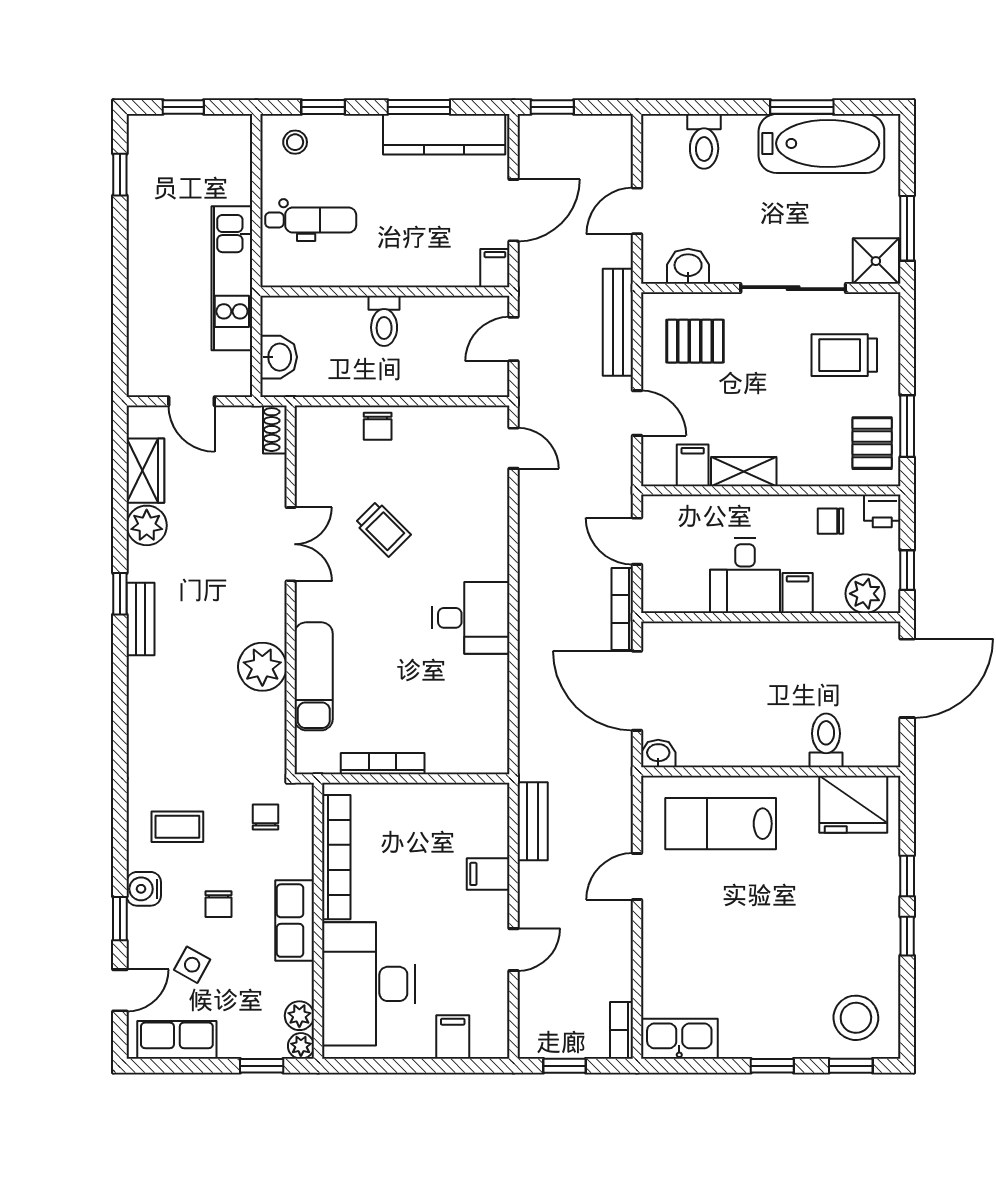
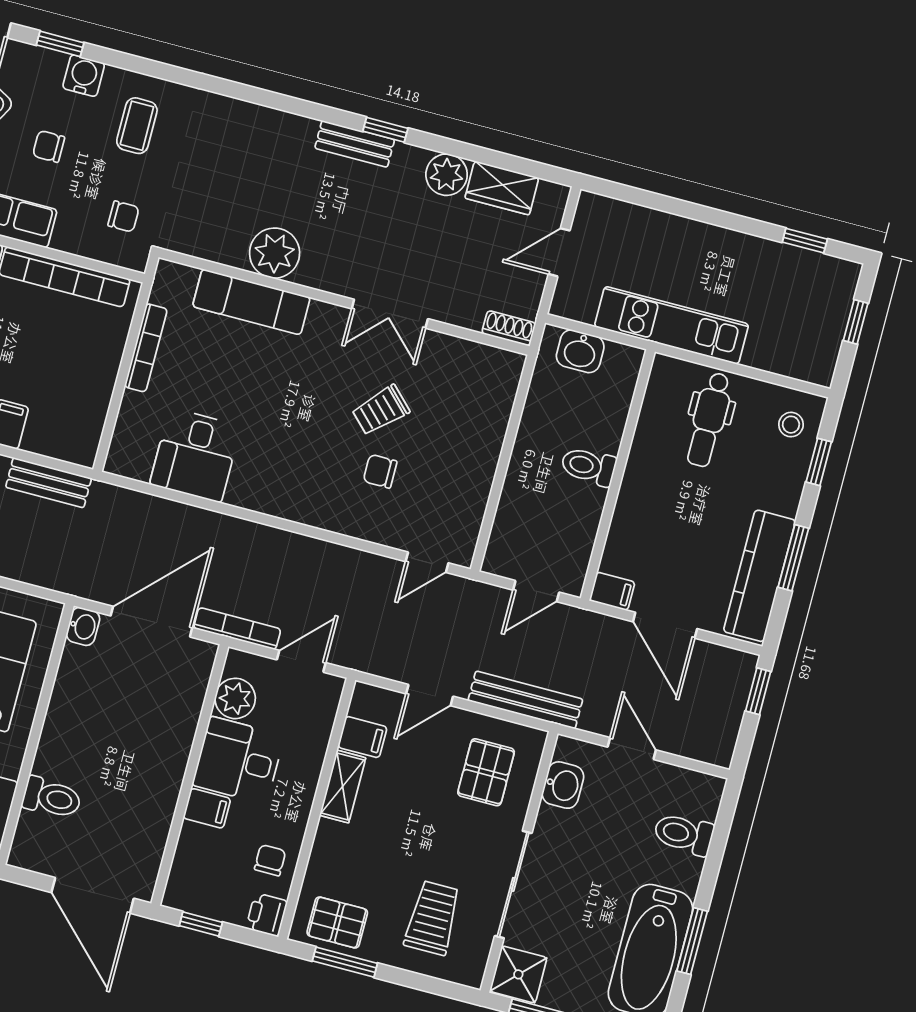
door: (513, 339) -> (536, 591), swing flipped
chair: (378, 426) -> (380, 471), moved
plant: (865, 594) -> (235, 698), moved
desk: (471, 618) -> (195, 455), moved

